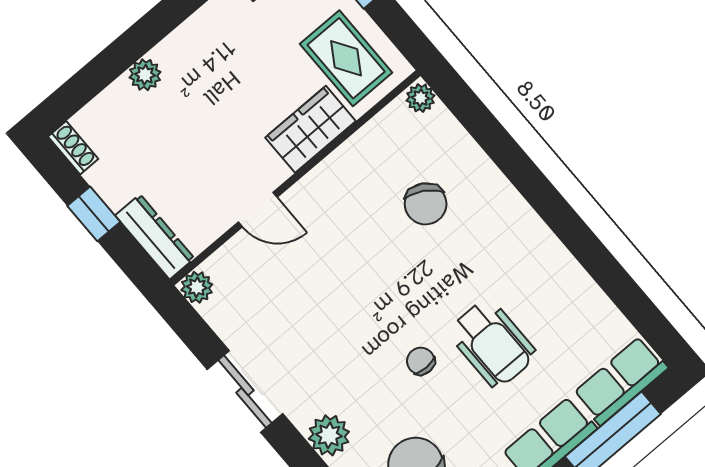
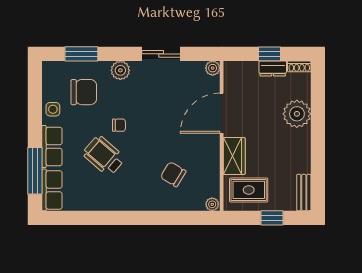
plant: (145, 75) -> (297, 114), width x1.88, depth x1.88
door: (258, 210) -> (222, 113), width x1.88
dresser: (155, 237) -> (273, 68), moved, width x0.70
wheelchair: (492, 343) -> (104, 156), turned 41

